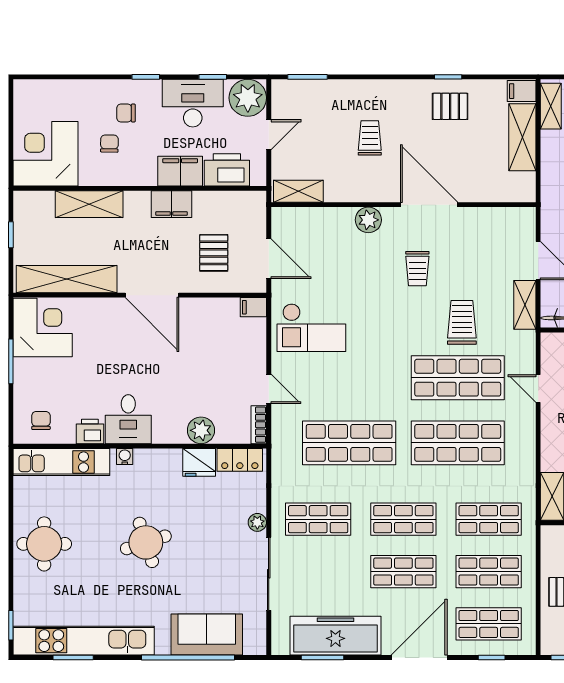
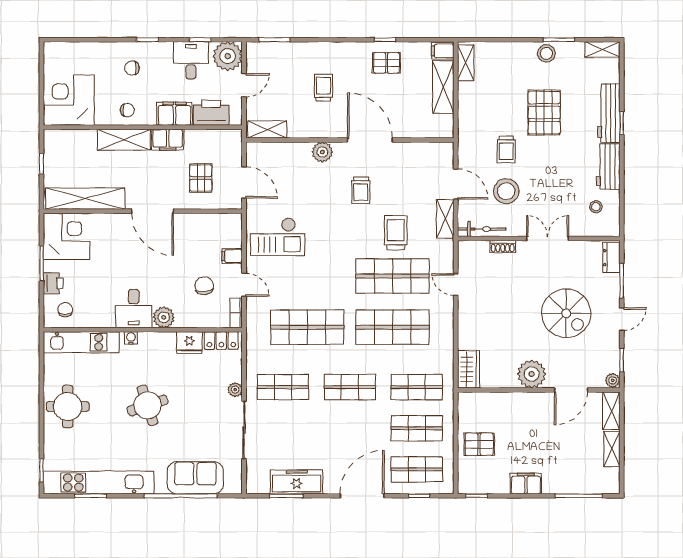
desk: (193, 103) -> (191, 60), width x0.73
chair: (109, 144) -> (127, 110), moved, turned 89
shelving: (89, 204) -> (124, 140), moved
filing cabinet: (253, 307) -> (232, 256), moved
chair: (218, 390) -> (204, 286), added
plant: (201, 430) -> (164, 317), moved
printer: (90, 431) -> (53, 283), moved, turned 90
shop shelf: (403, 572) -> (350, 428), removed
freezer: (335, 636) -> (297, 482), width x0.73, depth x0.79

